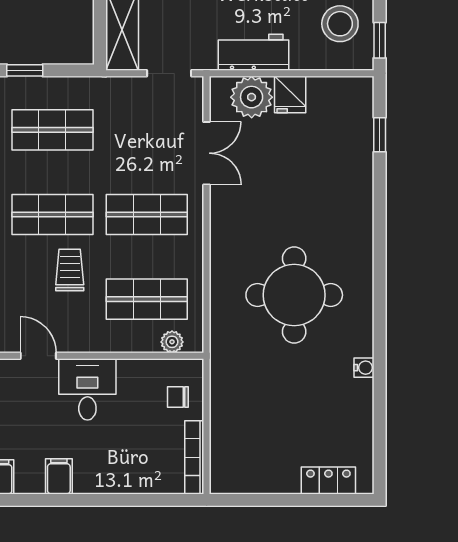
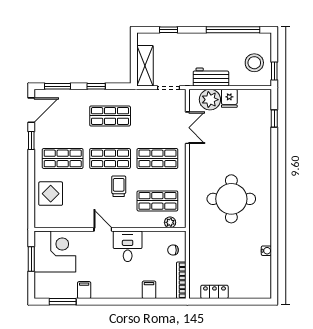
water cooler: (364, 368) -> (266, 251), moved
filing cabinet: (59, 476) -> (149, 290), moved
locker: (328, 480) -> (214, 292), moved

